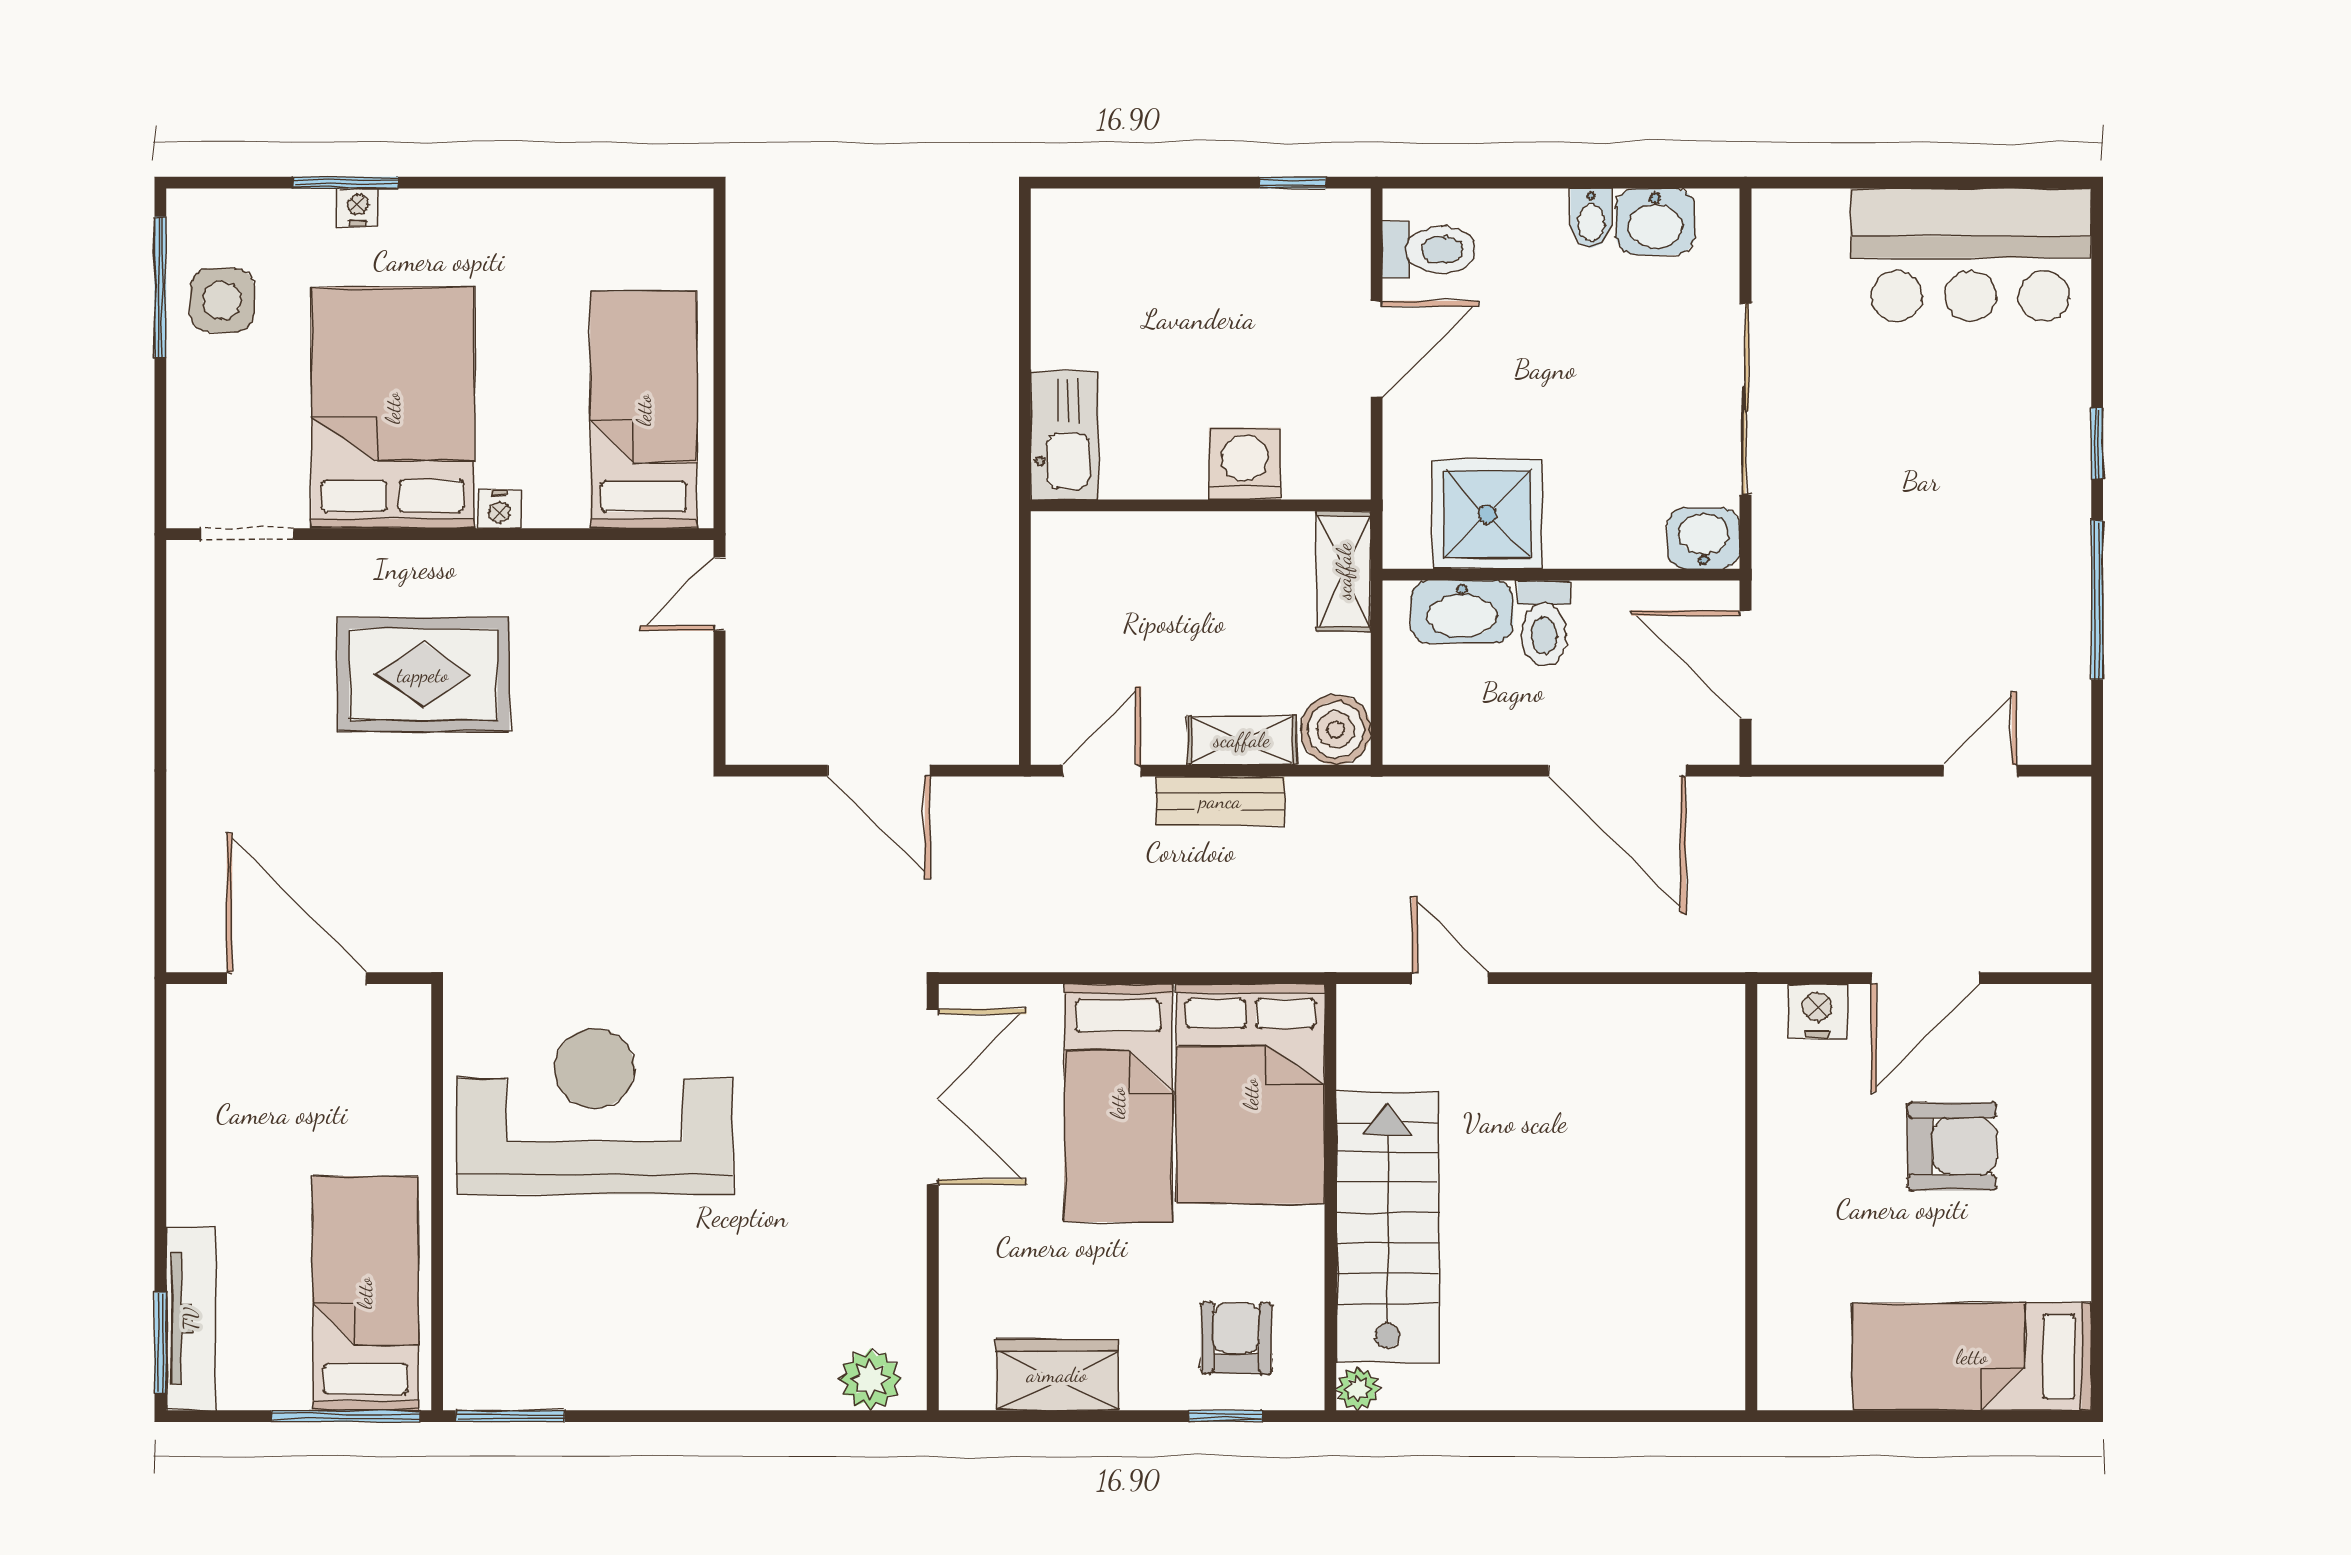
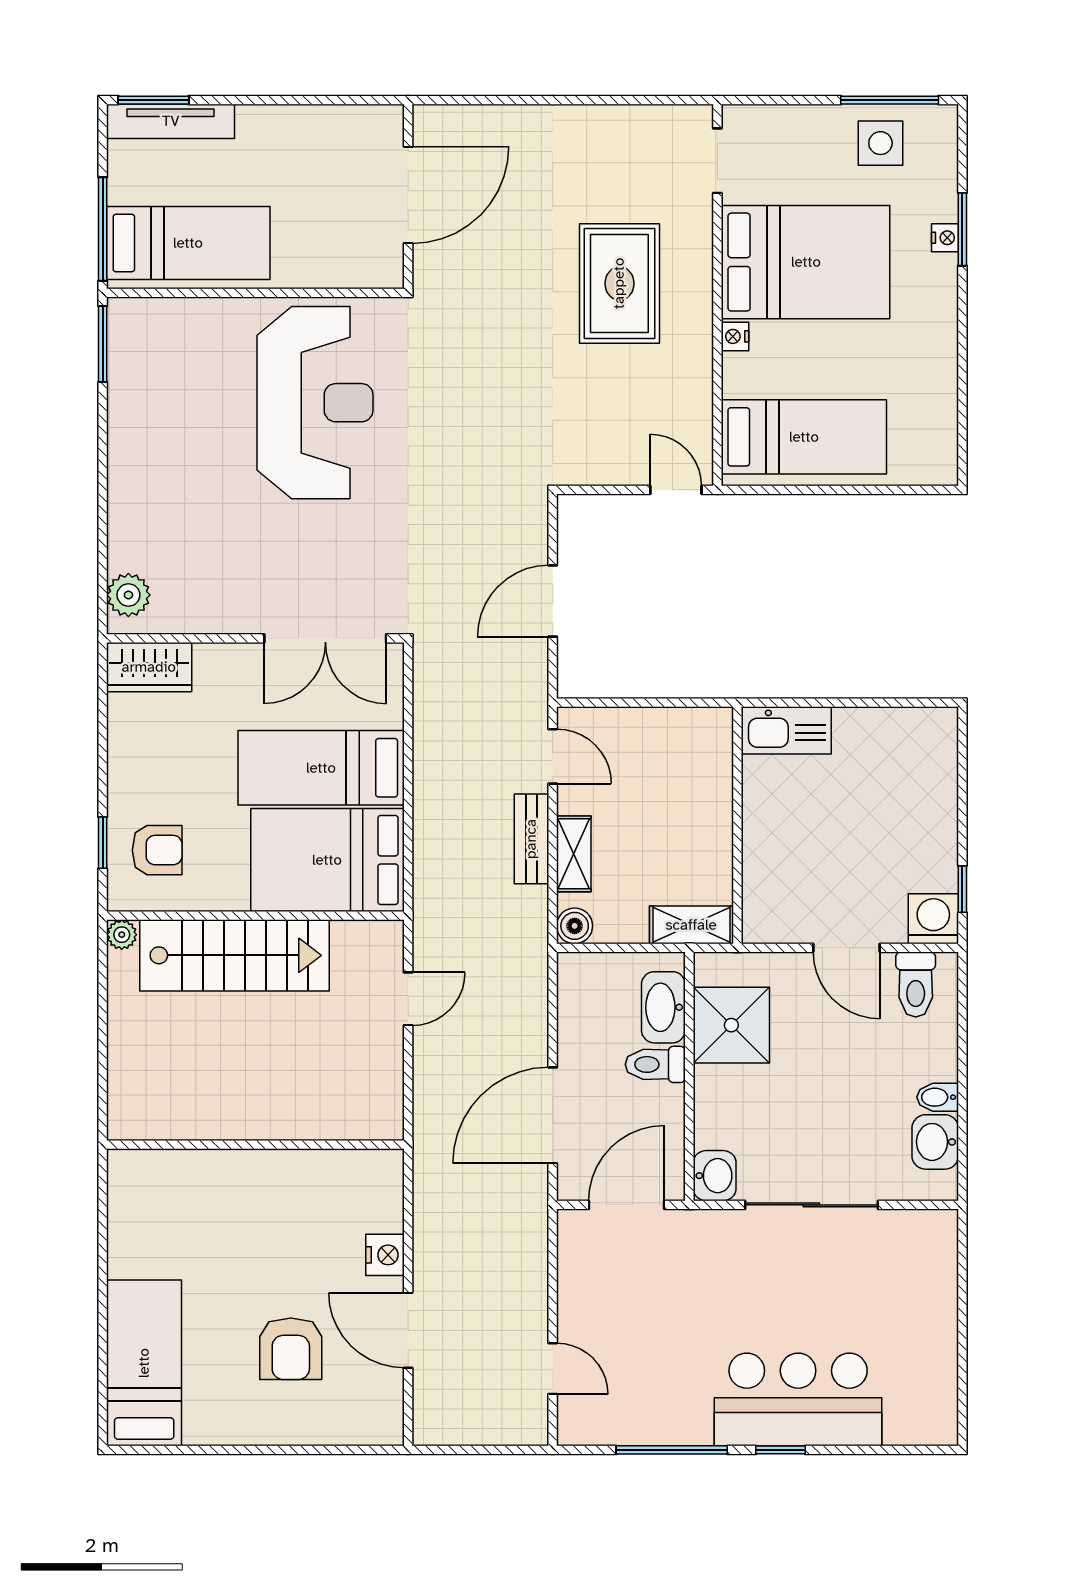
bar counter: (1970, 255) -> (798, 1399), moved, turned 90
washing machine: (1245, 464) -> (933, 919), moved, turned -90
boiler: (1336, 730) -> (575, 926), width x0.73, depth x0.73
wall: (1751, 1197) -> (255, 1145), moved
wardrobe: (1057, 1375) -> (149, 667), moved, turned 90

